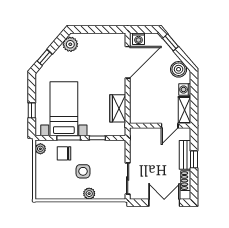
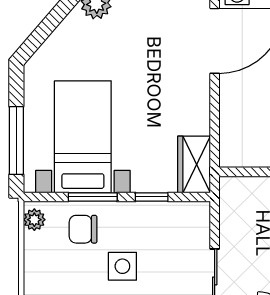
window: (45, 58) -> (43, 31), removed
wardrobe: (118, 108) -> (194, 164), moved
window: (32, 110) -> (16, 140), width x2.17

